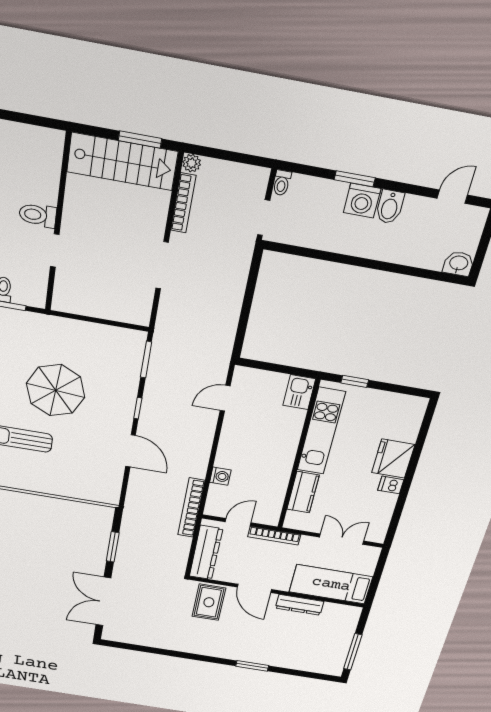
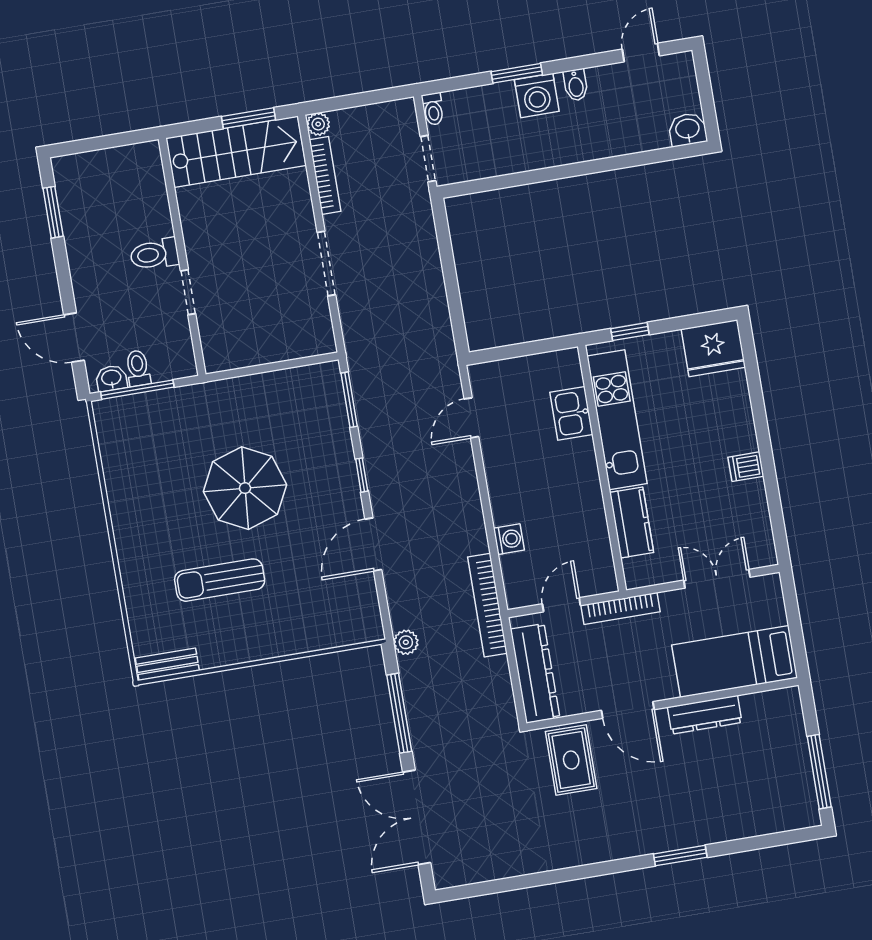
bidet: (390, 207) -> (576, 85), width x0.72, depth x0.74
kitchen sink: (299, 392) -> (571, 413), moved
door: (131, 451) -> (373, 544), swing flipped
fridge: (393, 459) -> (713, 348), moved, turned -90
plant: (131, 511) -> (406, 642), added
window: (113, 547) -> (399, 713), width x1.44

